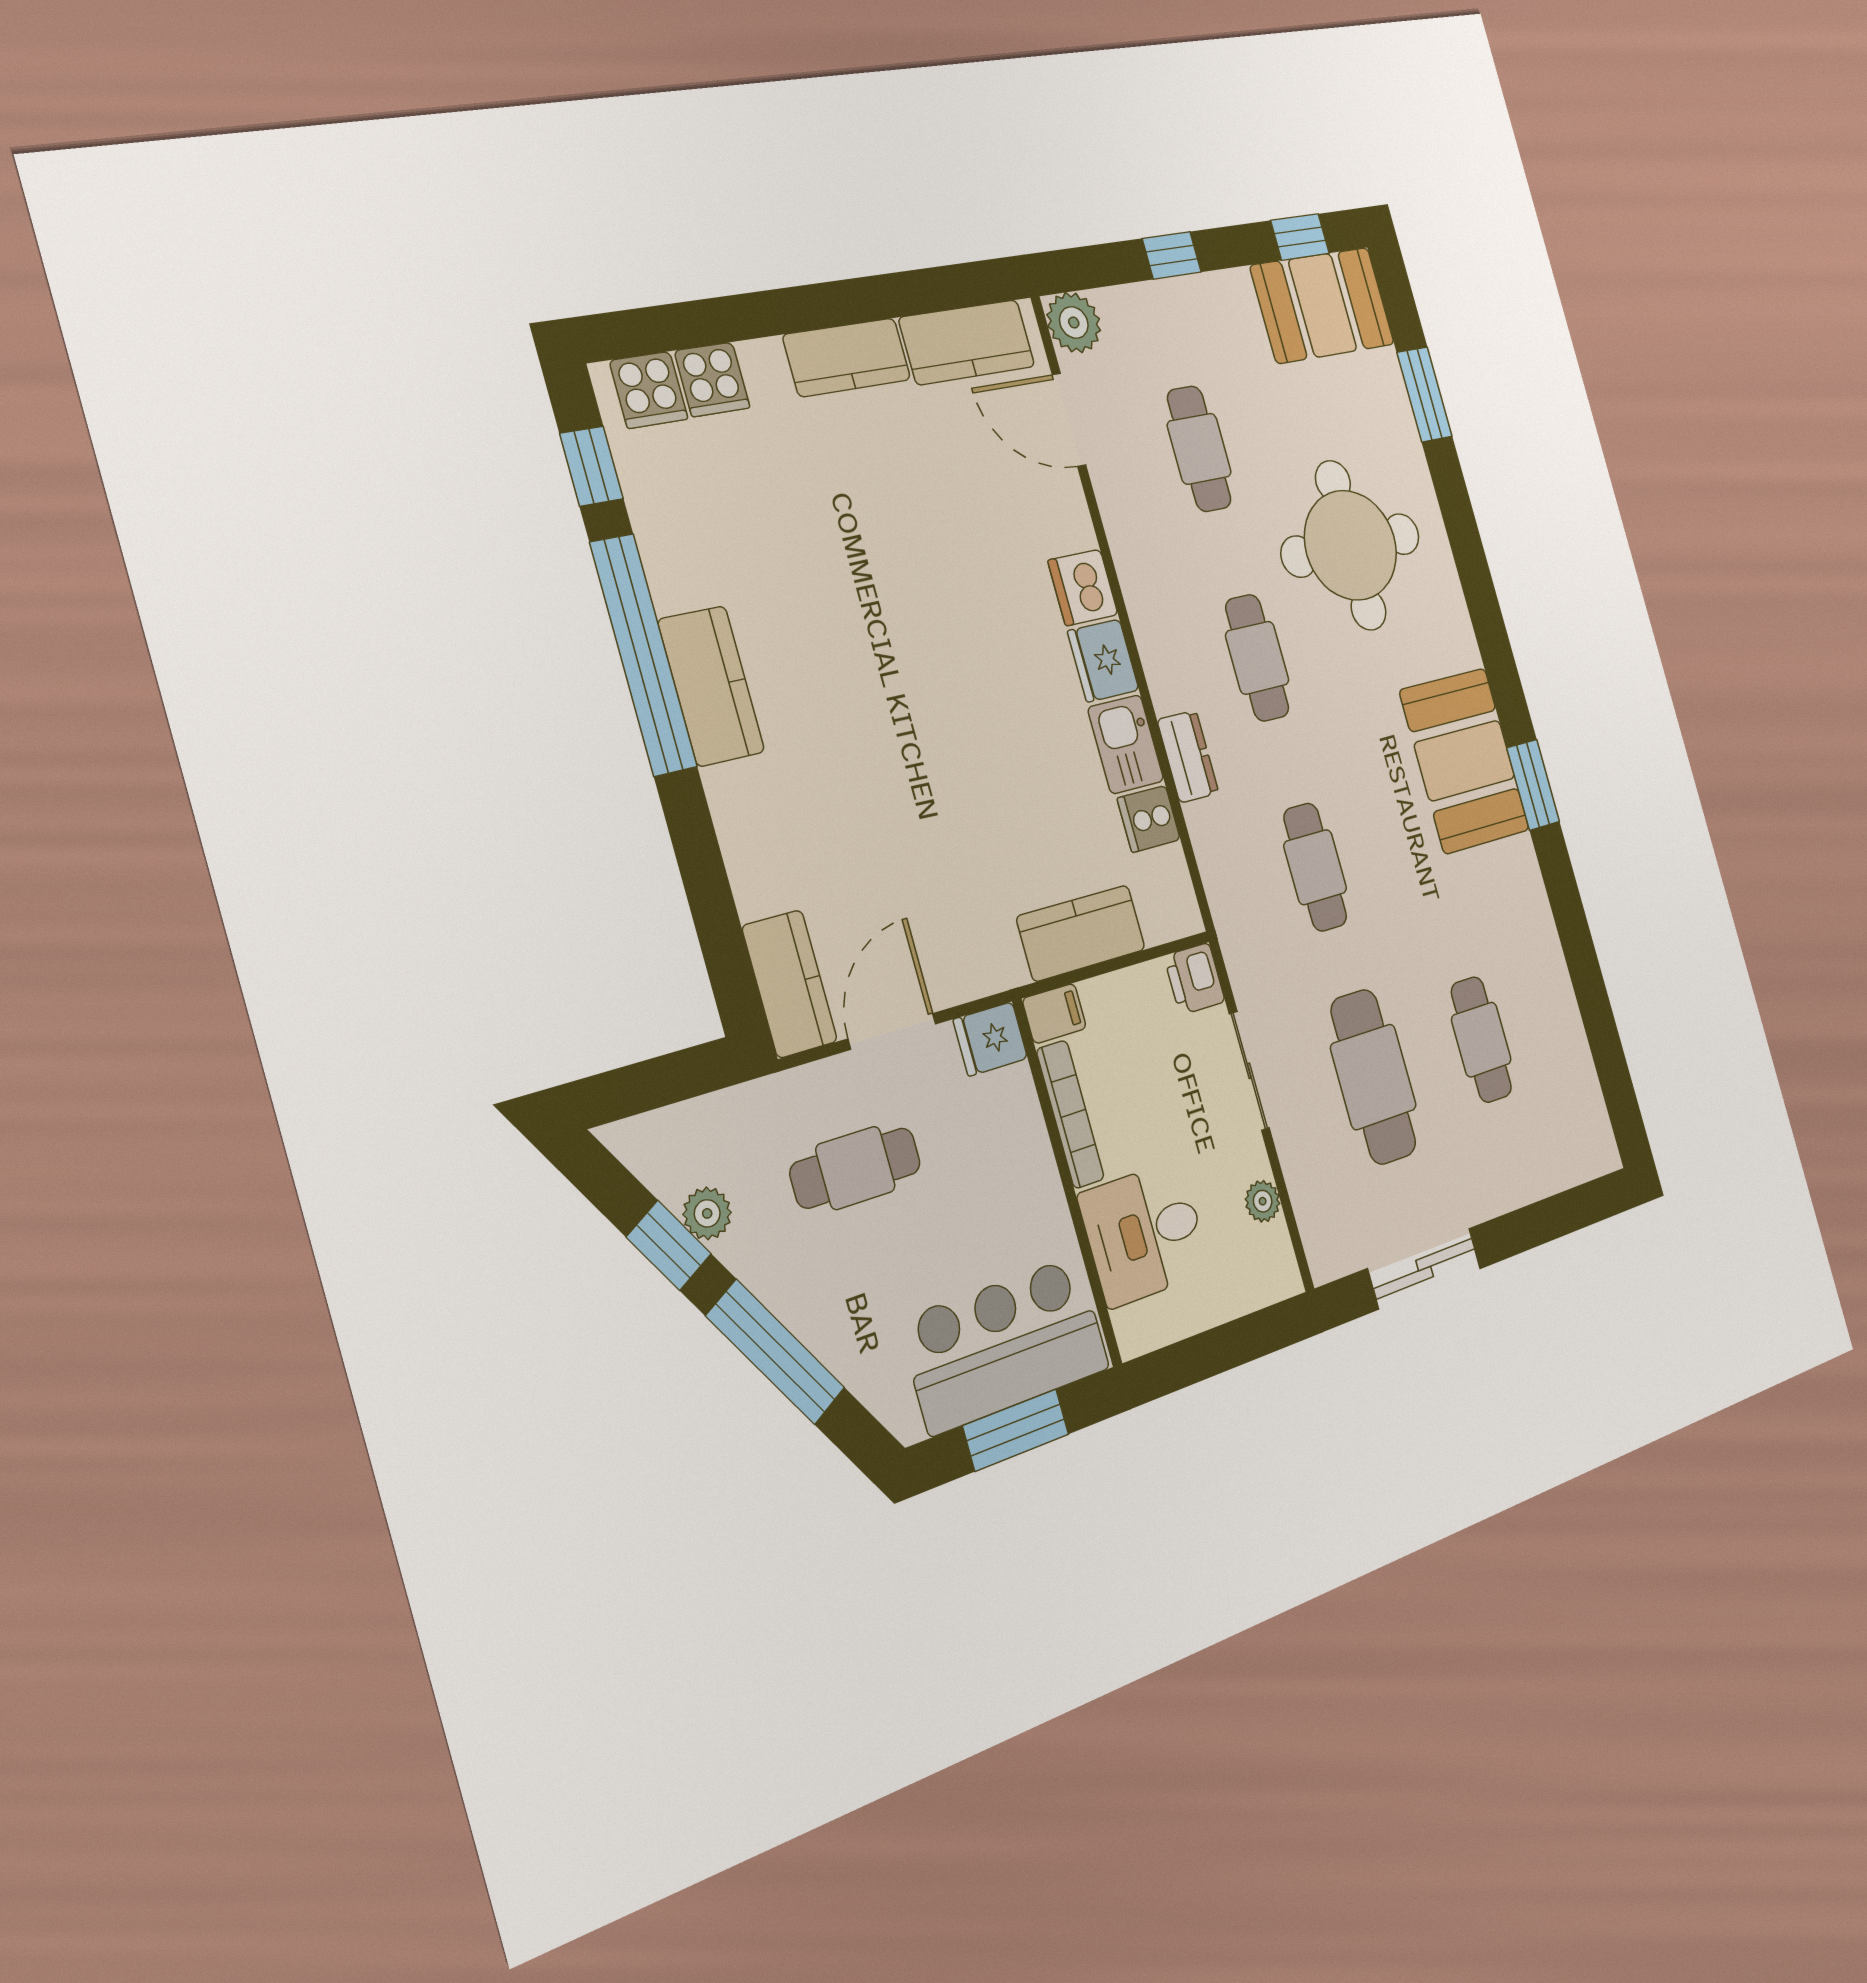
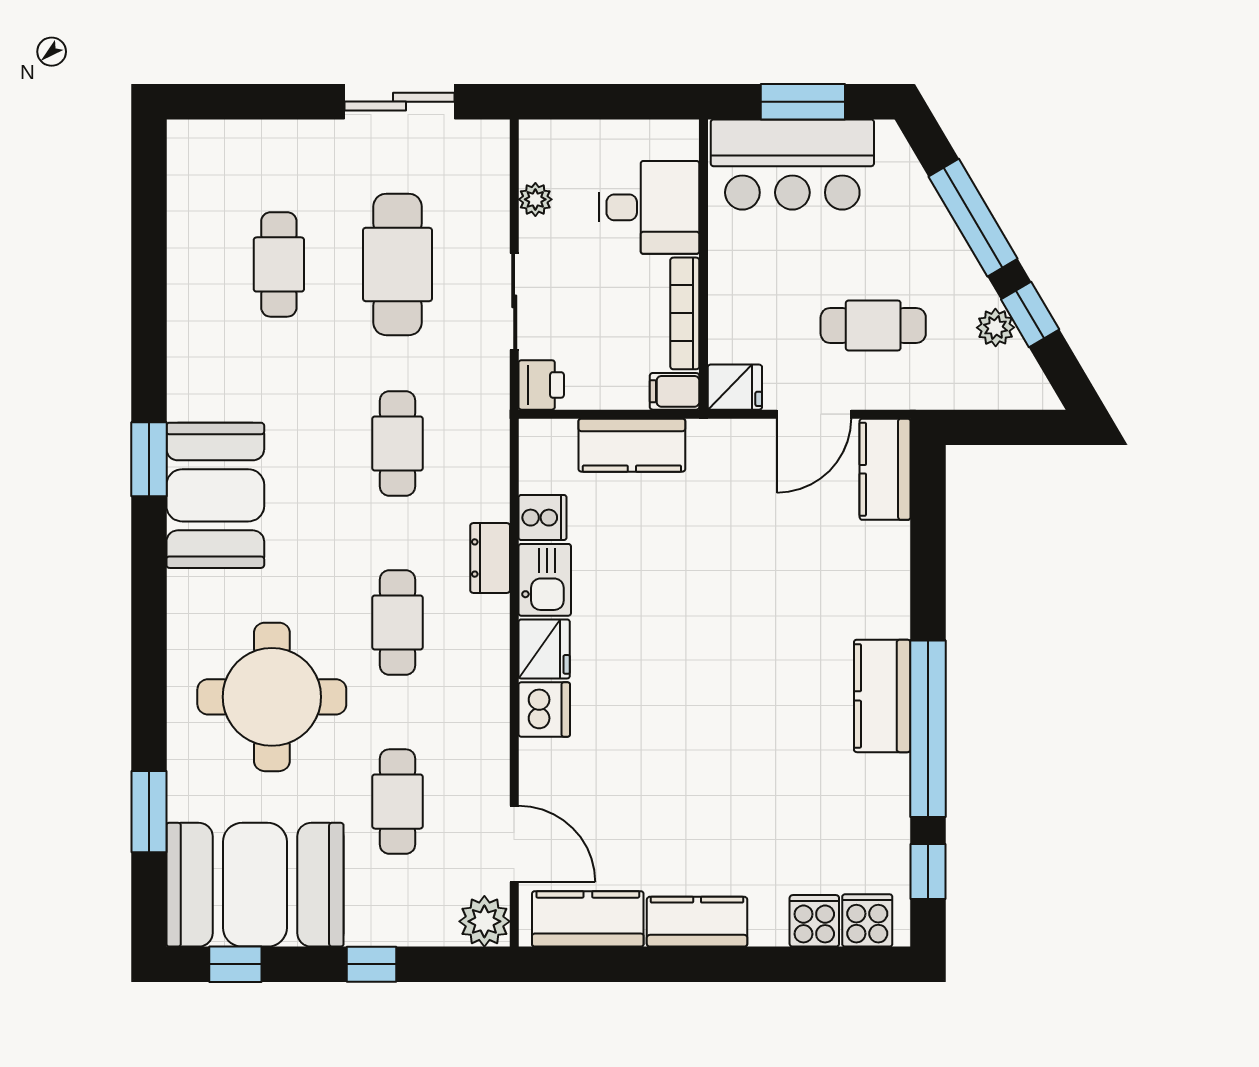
booth: (1323, 305) -> (255, 885), width x1.36, depth x1.42

